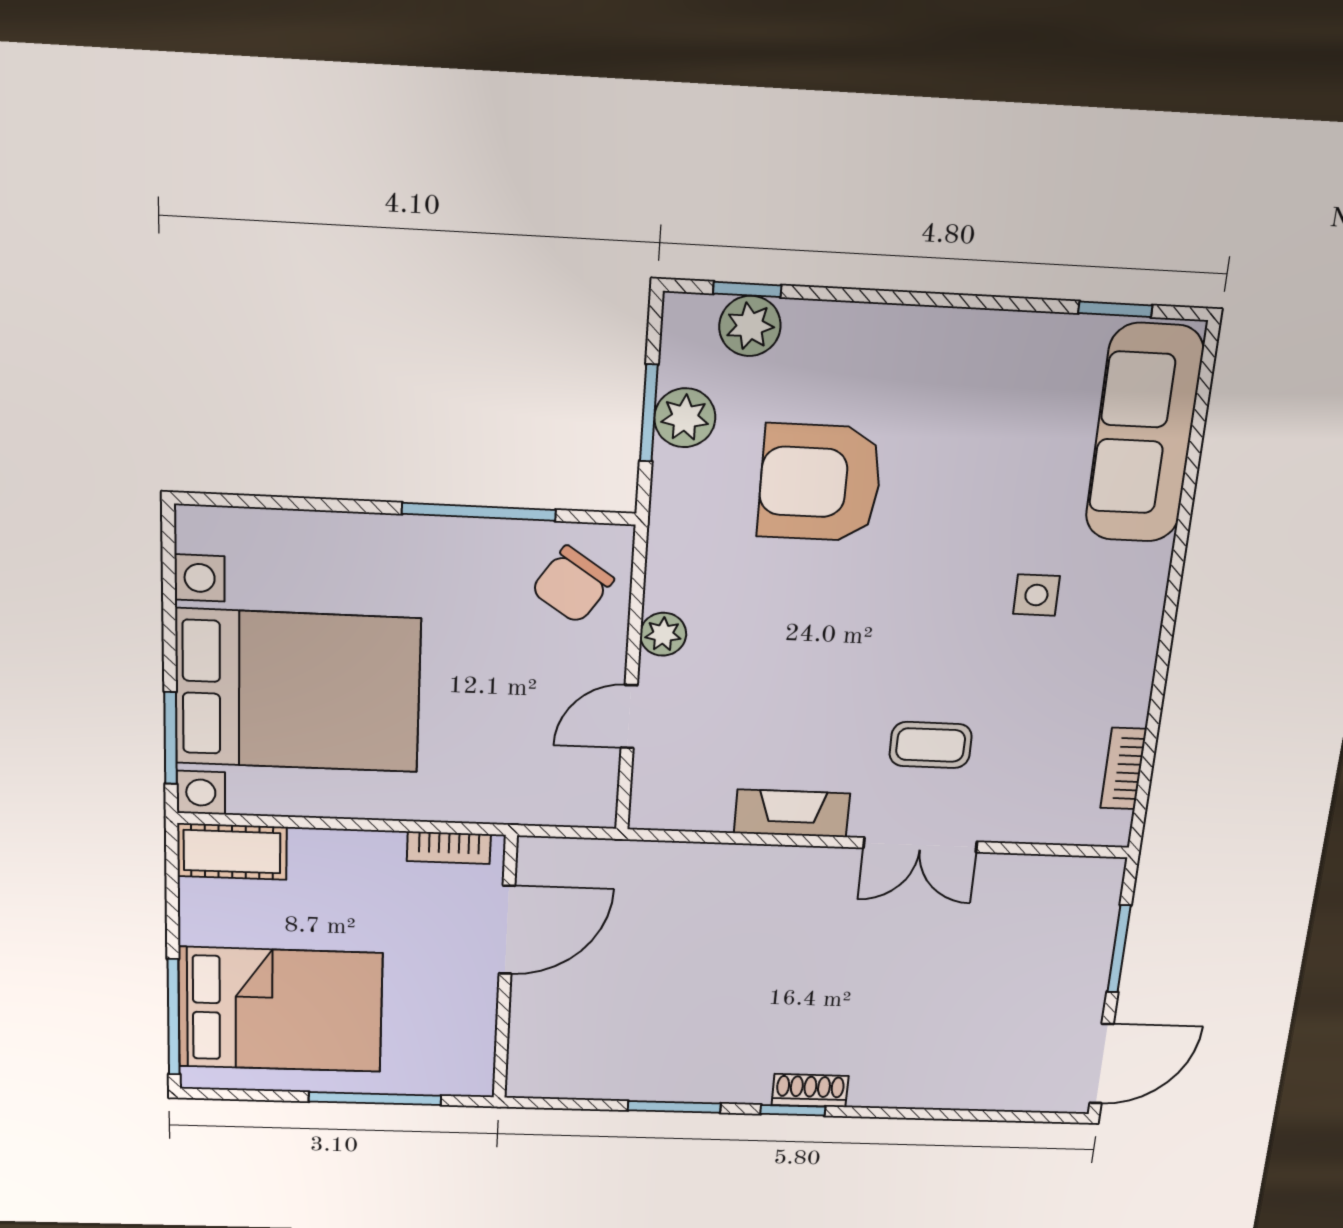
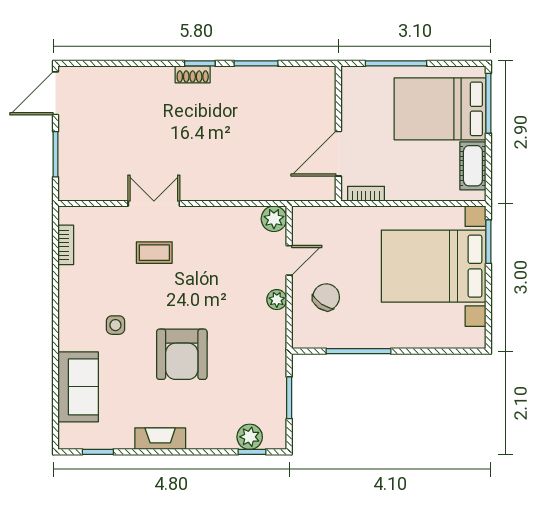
plant: (685, 418) -> (274, 219), moved
sofa: (1144, 434) -> (78, 387), width x0.73
armchair: (820, 483) -> (182, 354), moved, turned 90
chair: (572, 585) -> (326, 297), moved
fireplace: (792, 813) -> (160, 439), moved, turned 180
cot: (232, 852) -> (473, 166), moved, turned 90

